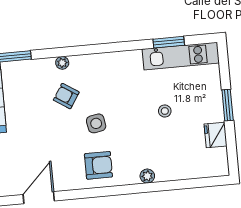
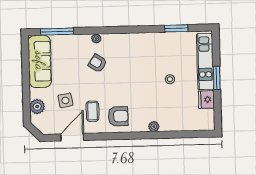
kitchen unit: (181, 56) -> (205, 62), moved, turned 90
side table: (96, 123) -> (65, 100), moved
coffee table: (64, 161) -> (92, 111), added

